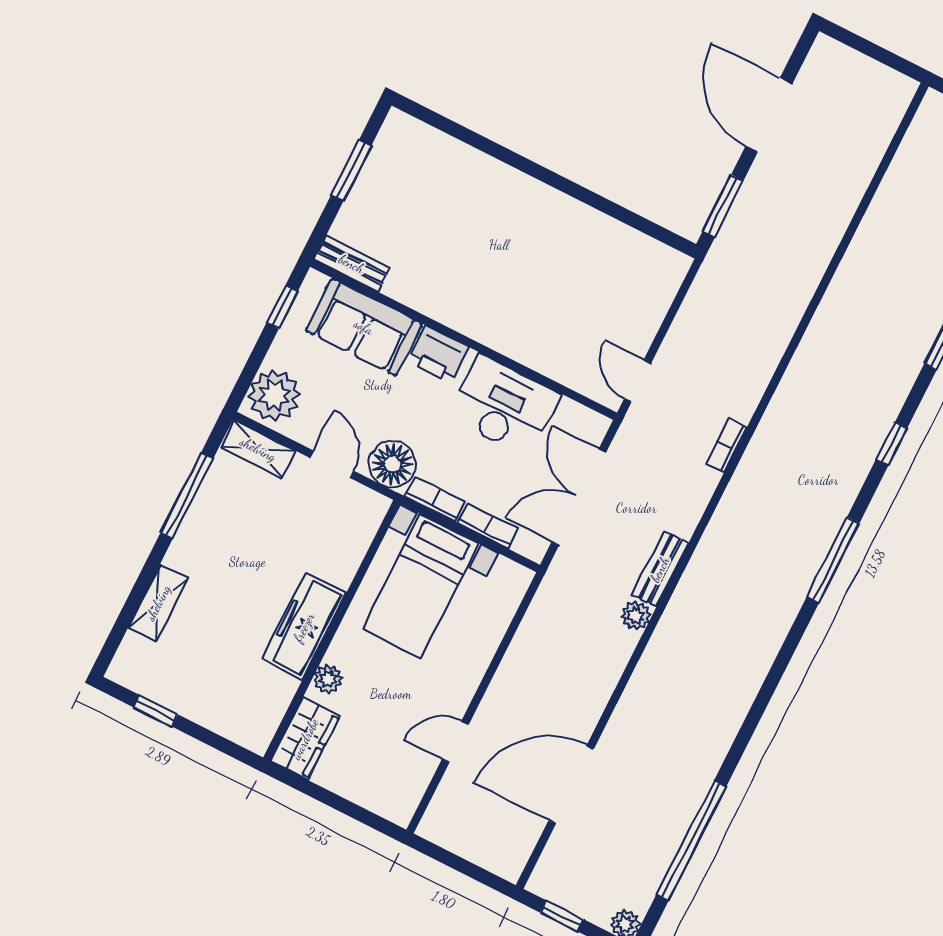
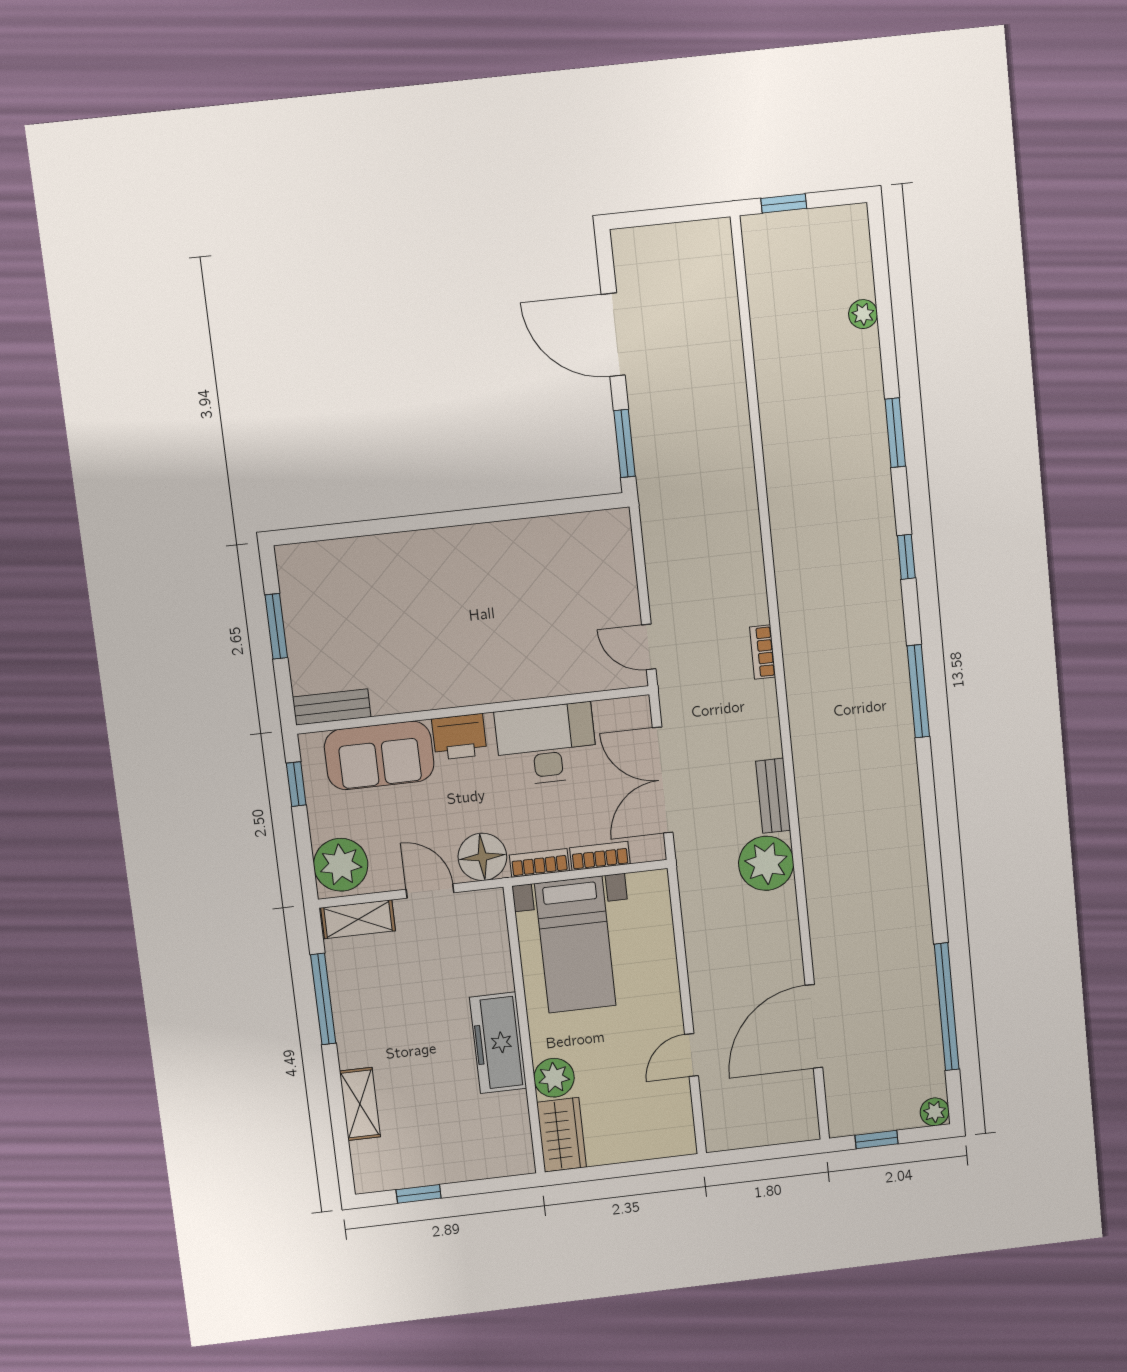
plant: (636, 616) -> (766, 863), width x1.88, depth x1.88
plant: (328, 679) -> (554, 1078), width x1.38, depth x1.38

